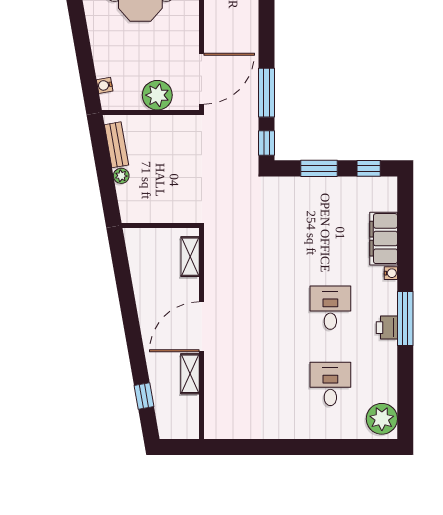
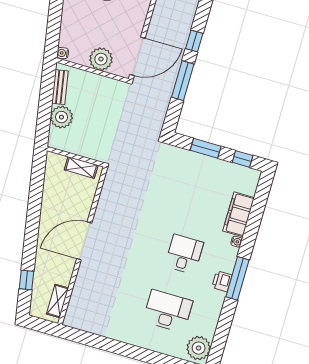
water cooler: (105, 85) -> (63, 53), moved
window: (267, 143) -> (194, 41), moved
plant: (121, 176) -> (61, 117), width x1.88, depth x1.88
shelving: (190, 257) -> (81, 167), moved, turned 90
shelving: (190, 374) -> (58, 301), moved
desk: (330, 384) -> (168, 311), width x1.37

